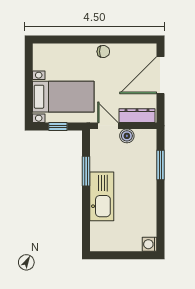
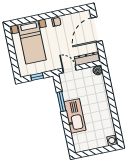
bed with nightstands: (63, 97) -> (32, 42), moved, turned 90
boiler: (127, 136) -> (98, 70), moved
window: (161, 165) -> (109, 88), removed

